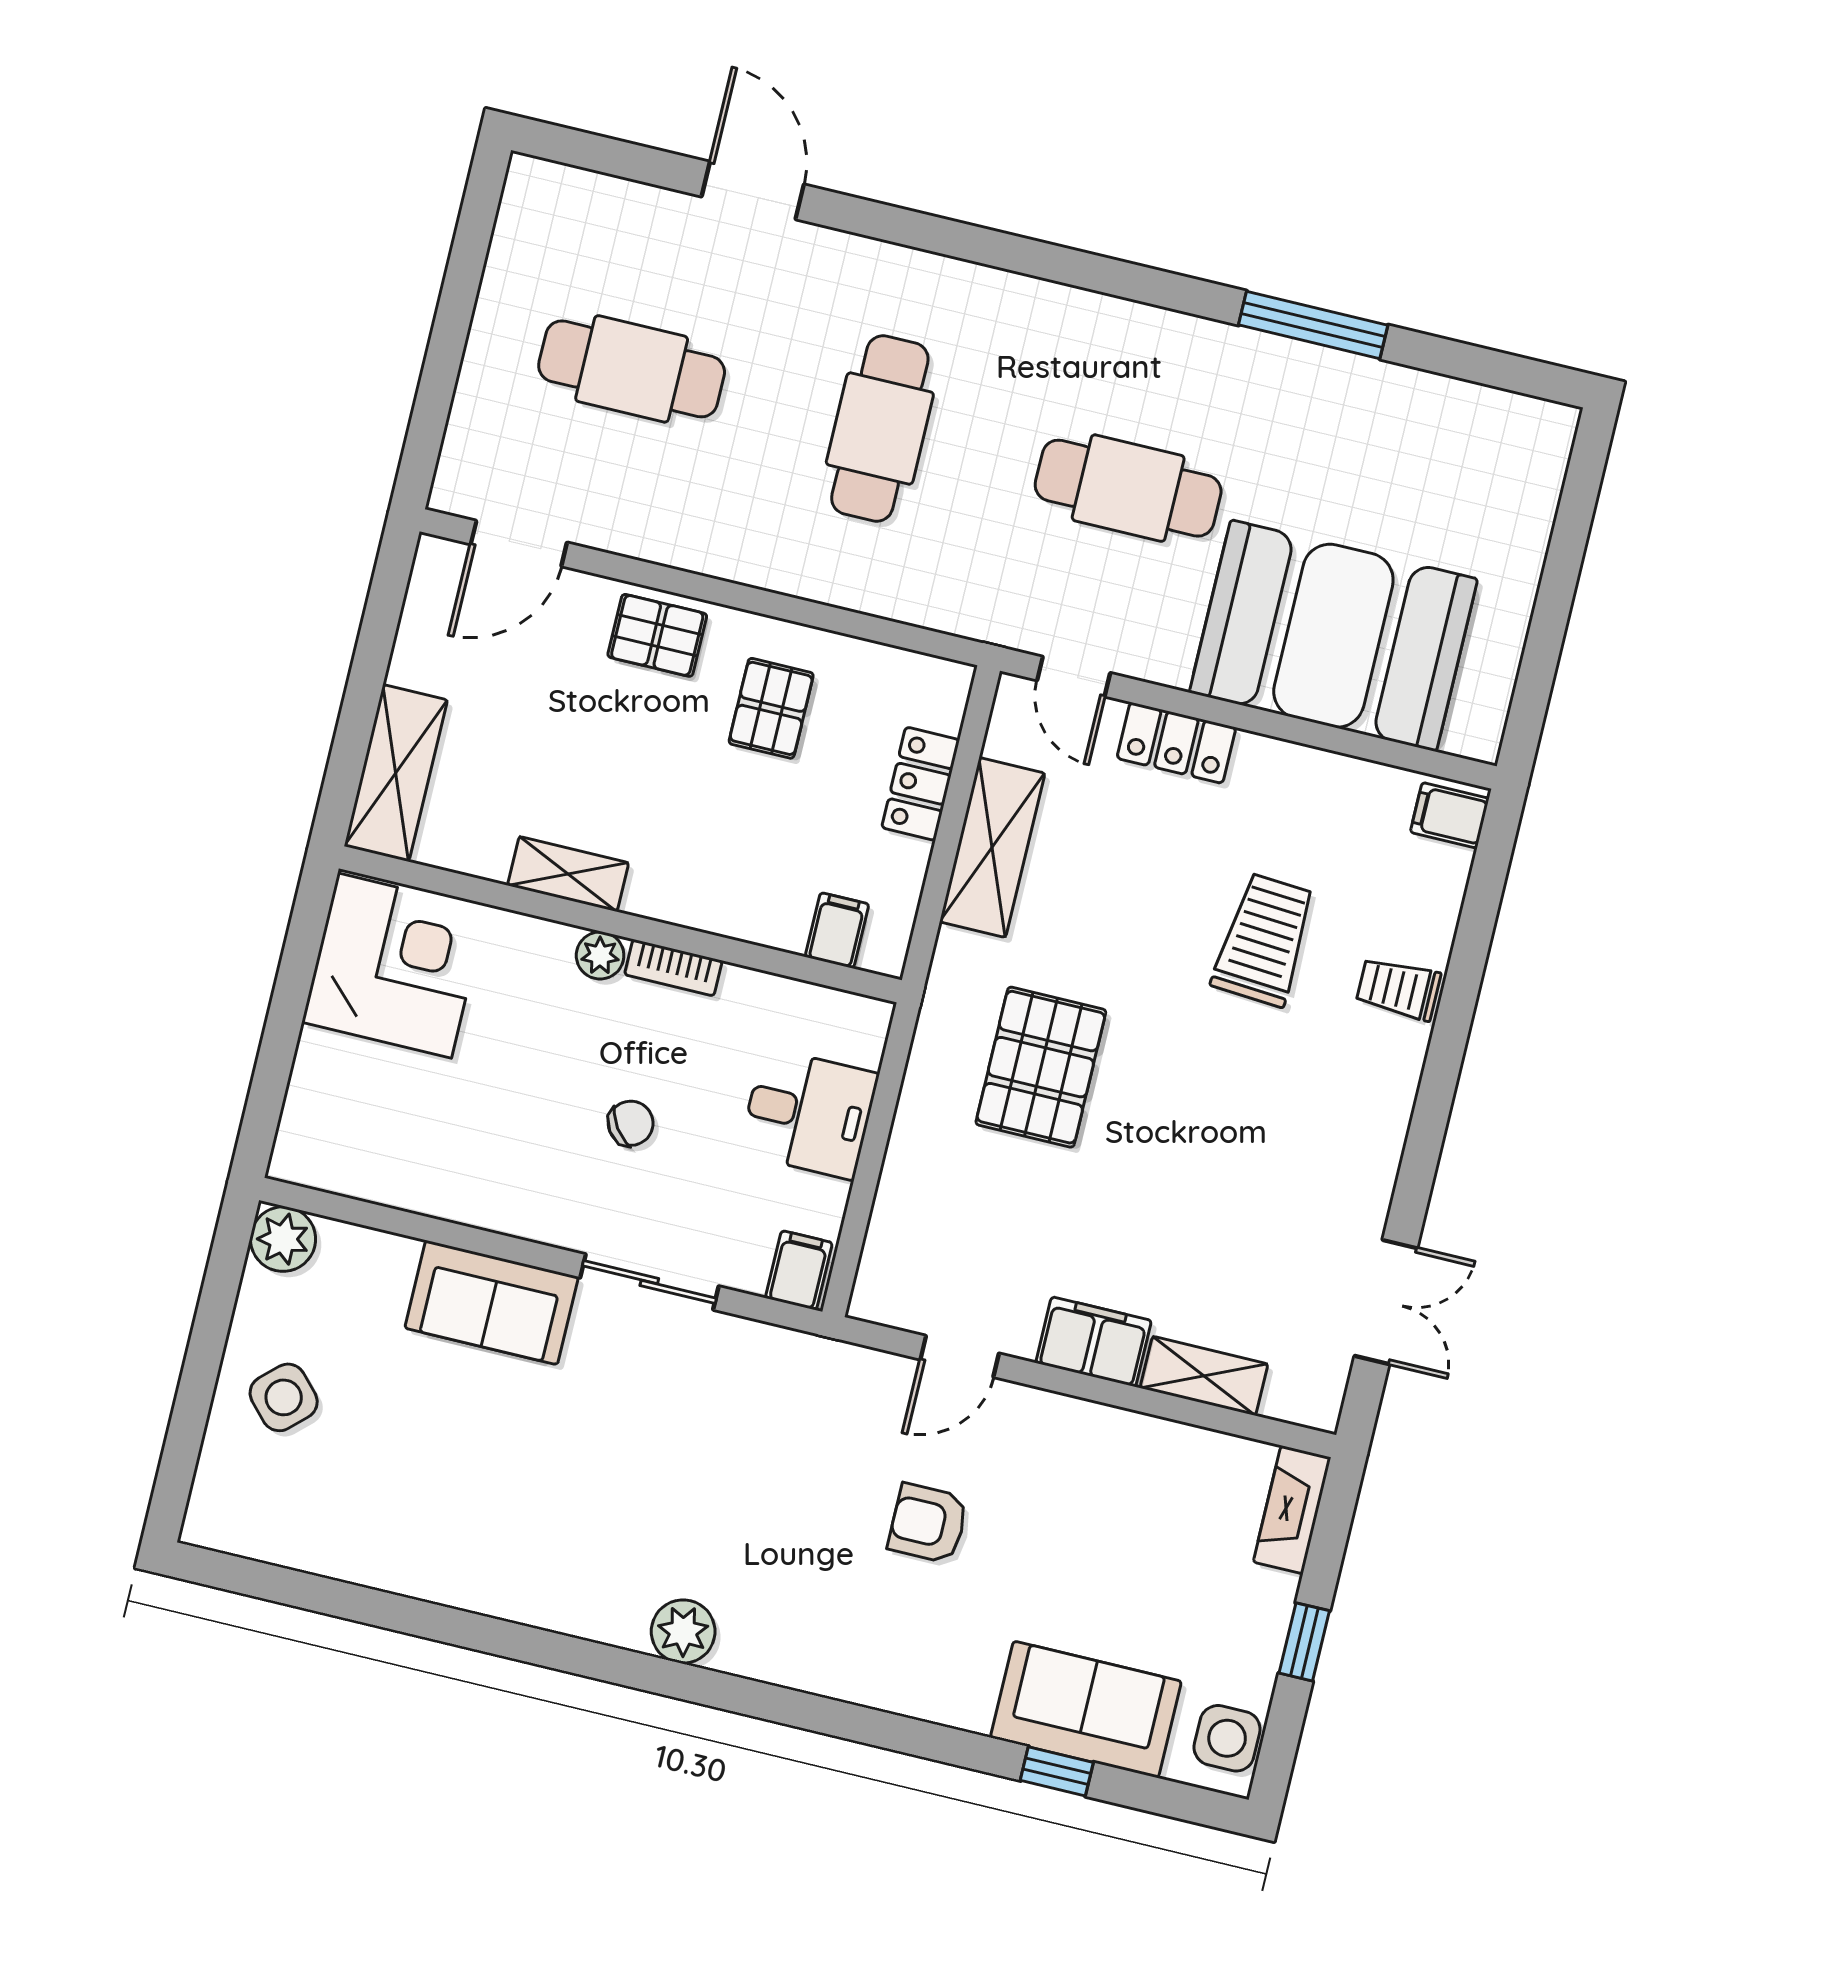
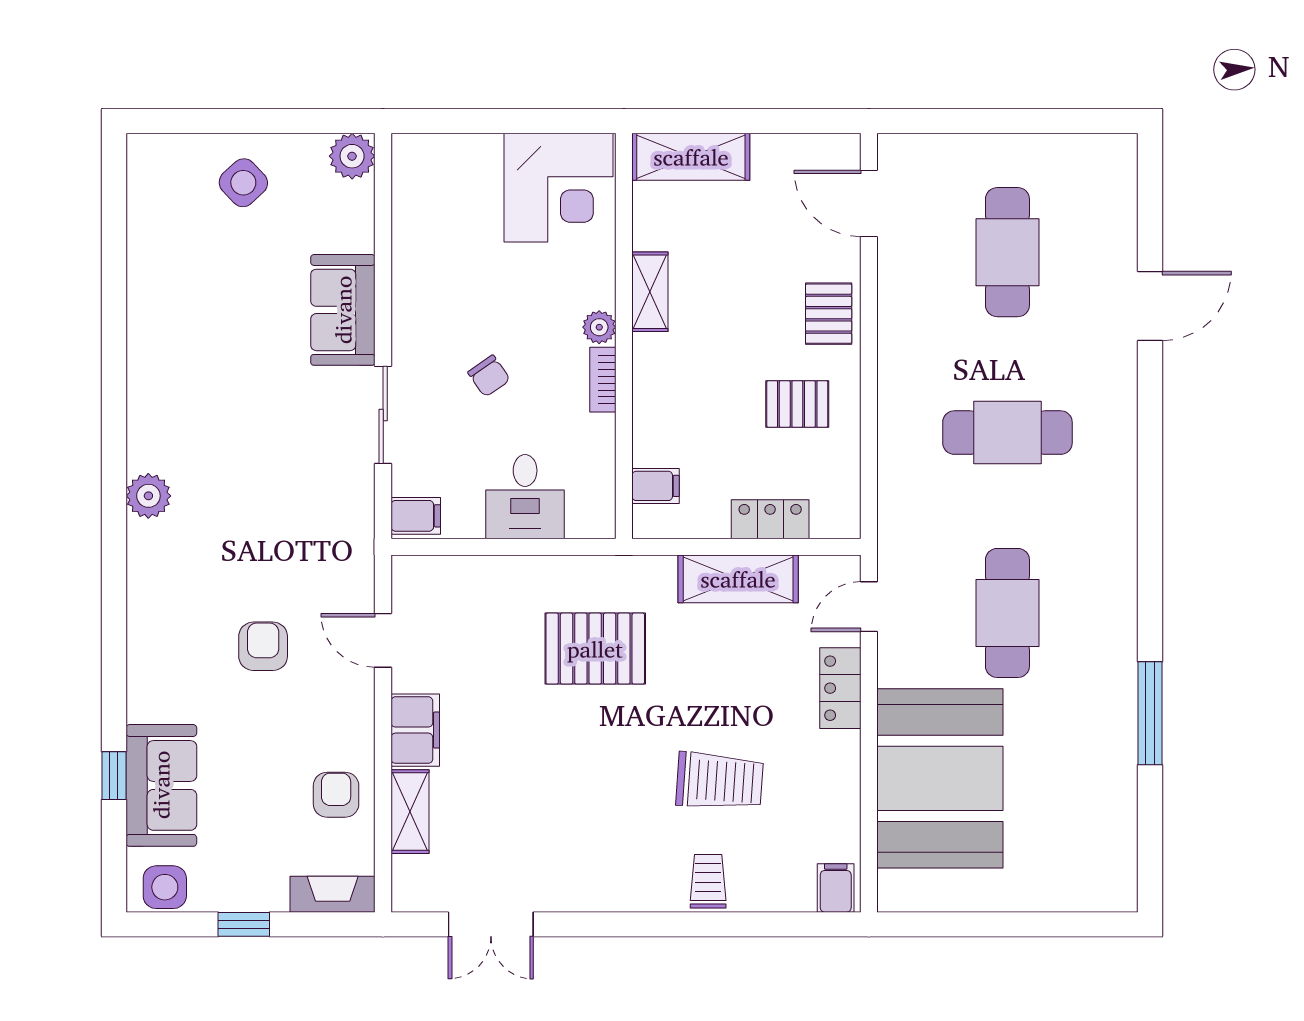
armchair: (1156, 1472) -> (336, 795), added

